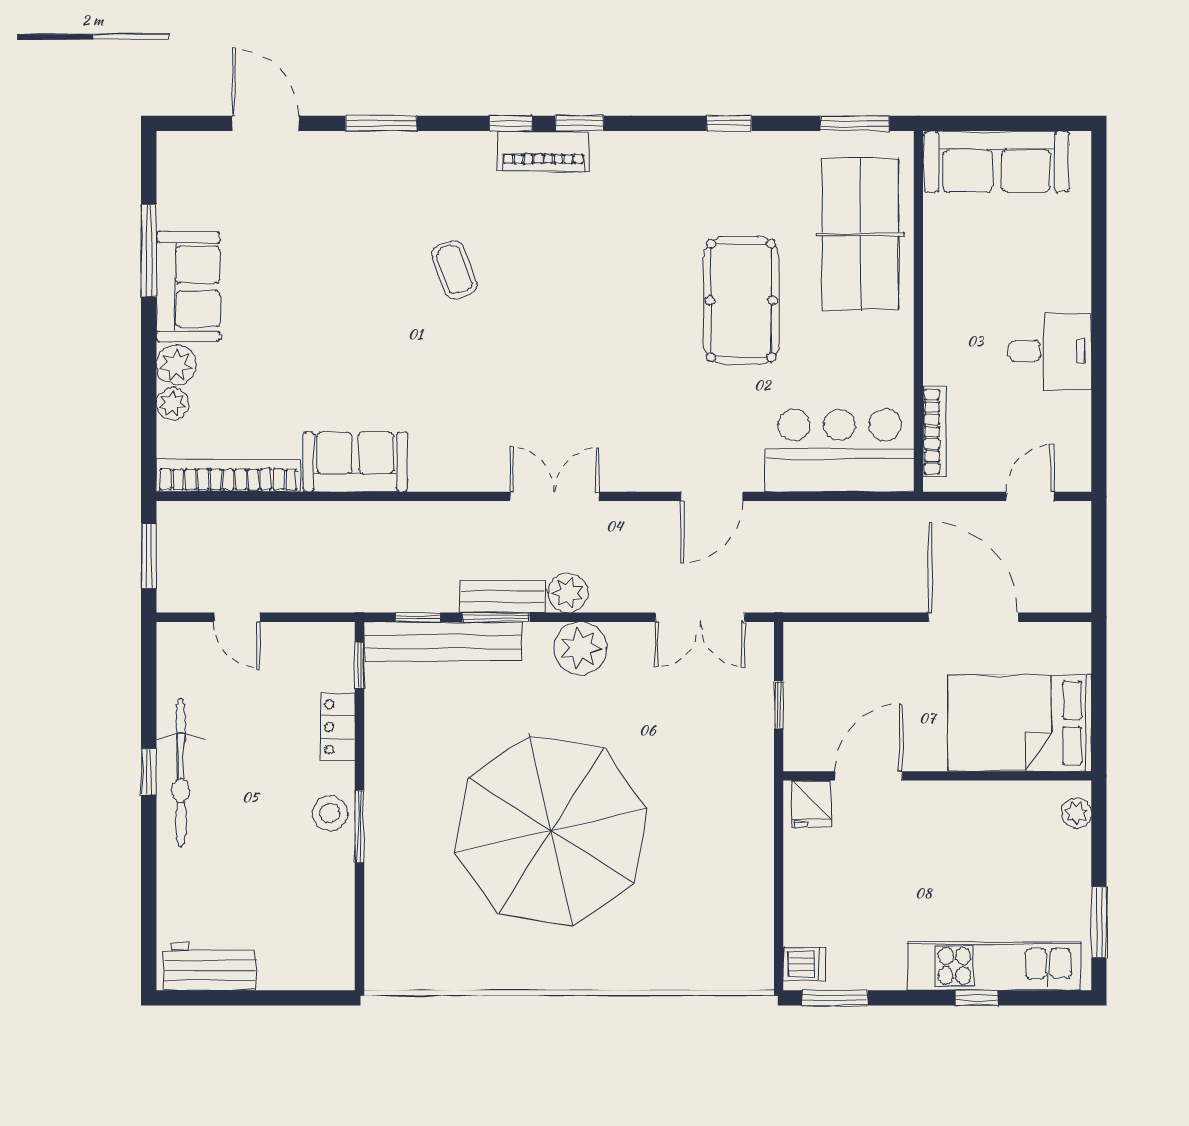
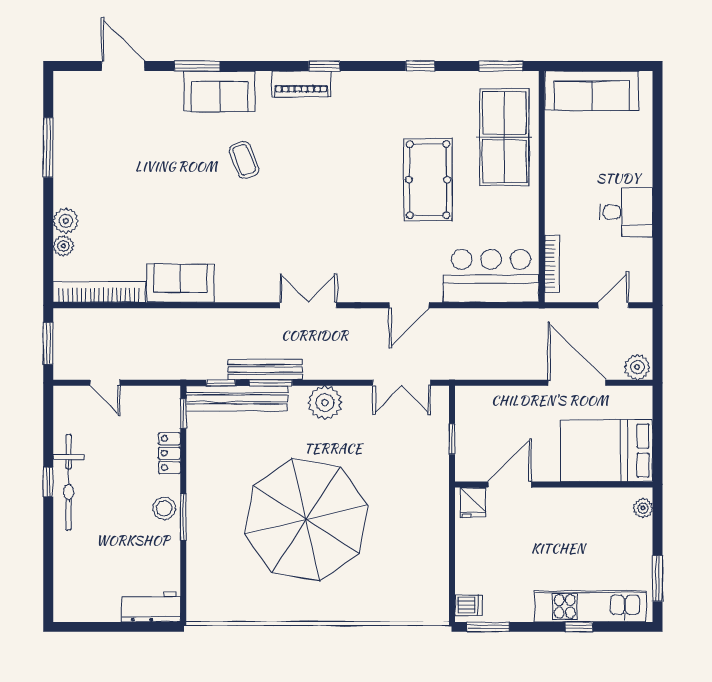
window: (511, 123) -> (280, 66), removed
sofa: (188, 287) -> (220, 91), moved, turned 90
plant: (568, 593) -> (637, 367), moved
bench: (503, 597) -> (265, 370), width x1.36
workbench: (210, 967) -> (151, 607), moved

